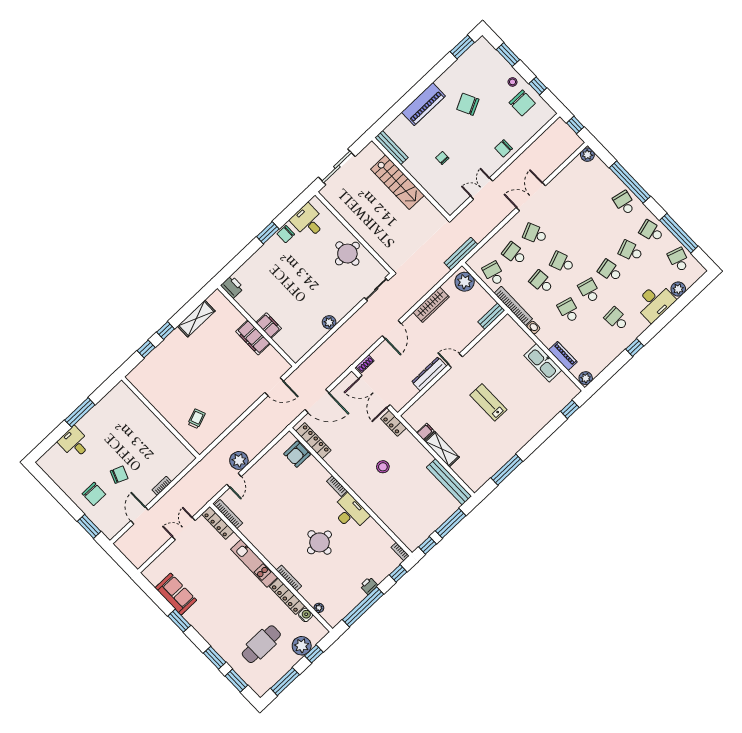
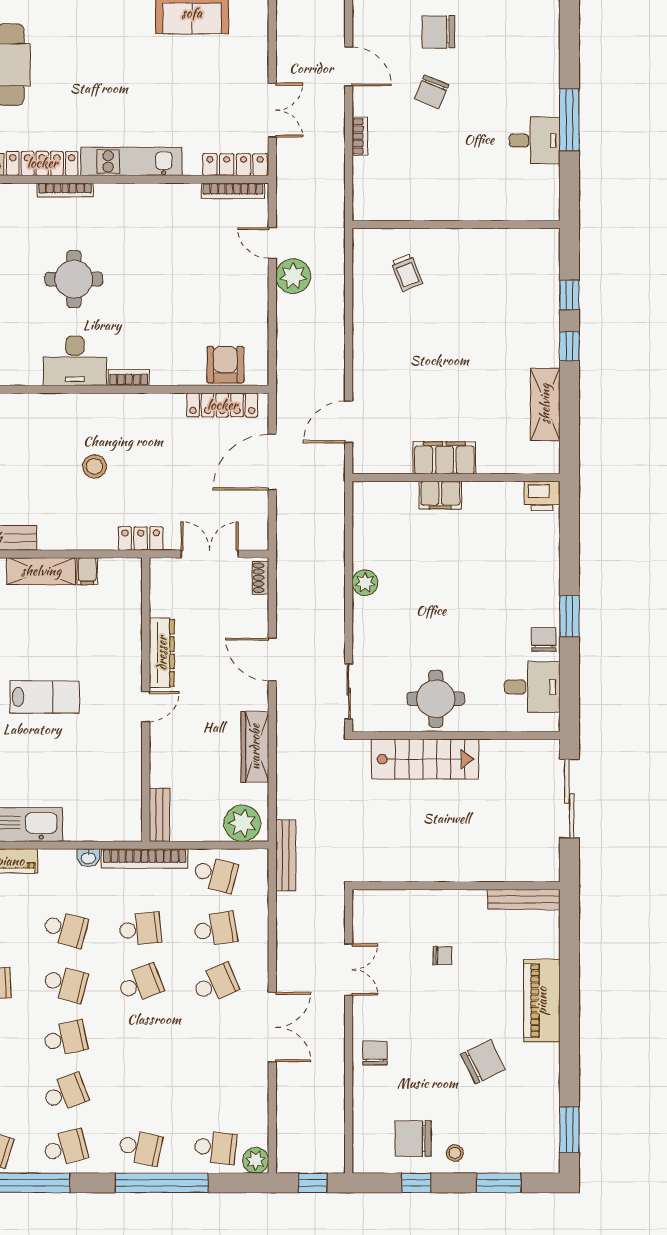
school desk: (597, 175) -> (215, 1148), added
stairs: (397, 182) -> (425, 759), moved, turned 180
double door: (374, 392) -> (210, 554), width x0.73
desk: (74, 443) -> (535, 140), moved

